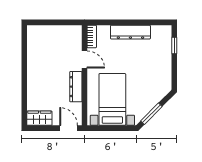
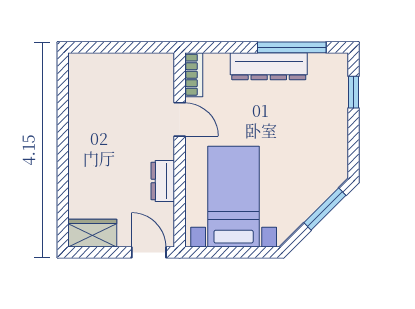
window: (142, 22) -> (292, 47), added
dresser: (76, 87) -> (163, 181), width x0.70
window: (151, 114) -> (325, 209), moved

